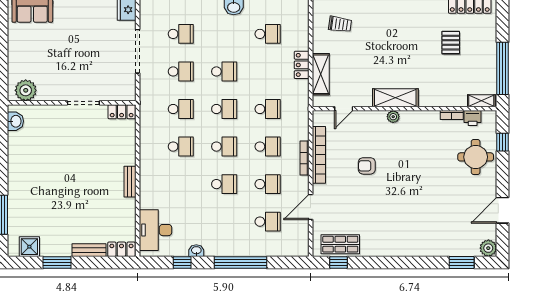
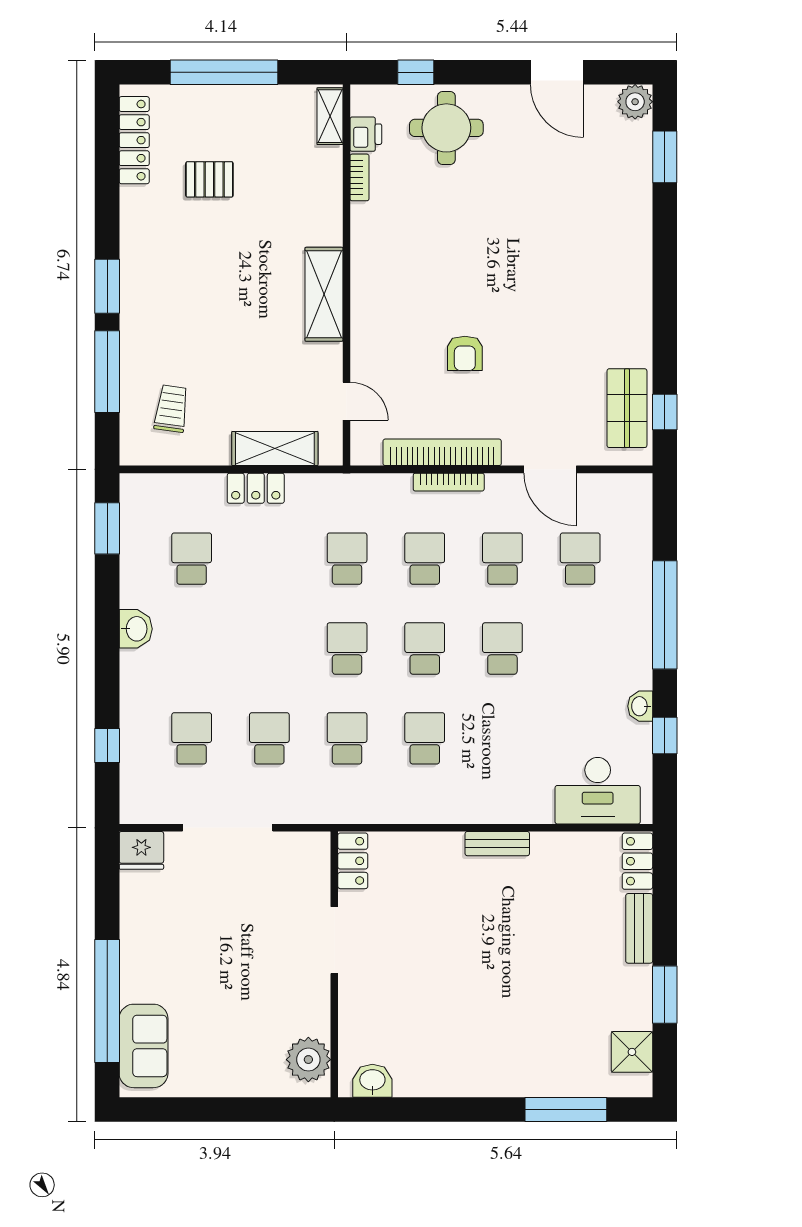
window: (503, 68) -> (224, 72), moved
school desk: (224, 71) -> (269, 649), removed
plant: (393, 117) -> (363, 299), removed

